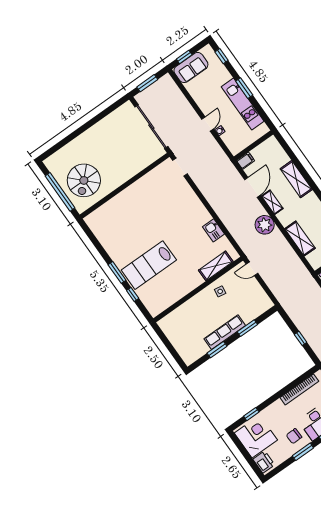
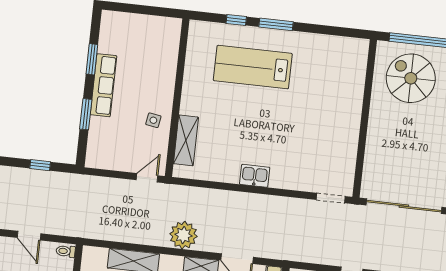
kitchen sink: (213, 230) -> (255, 176), moved
lab bench: (149, 265) -> (253, 67), turned -90
window: (301, 338) -> (40, 165), moved

